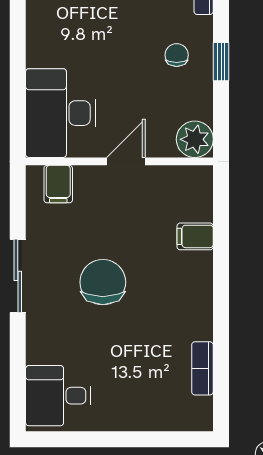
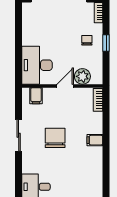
plant: (195, 139) -> (82, 76), moved
filing cabinet: (195, 236) -> (95, 140), moved
bookcase: (202, 368) -> (98, 100), moved

